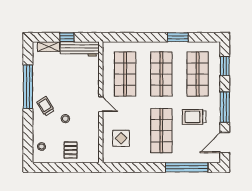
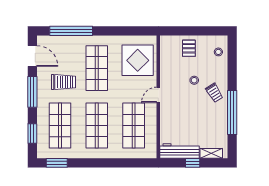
window: (178, 37) -> (57, 163), moved
door: (101, 104) -> (158, 95), hinge flipped
display table: (121, 138) -> (138, 60), width x1.86, depth x1.86
door: (225, 143) -> (32, 56), hinge flipped

